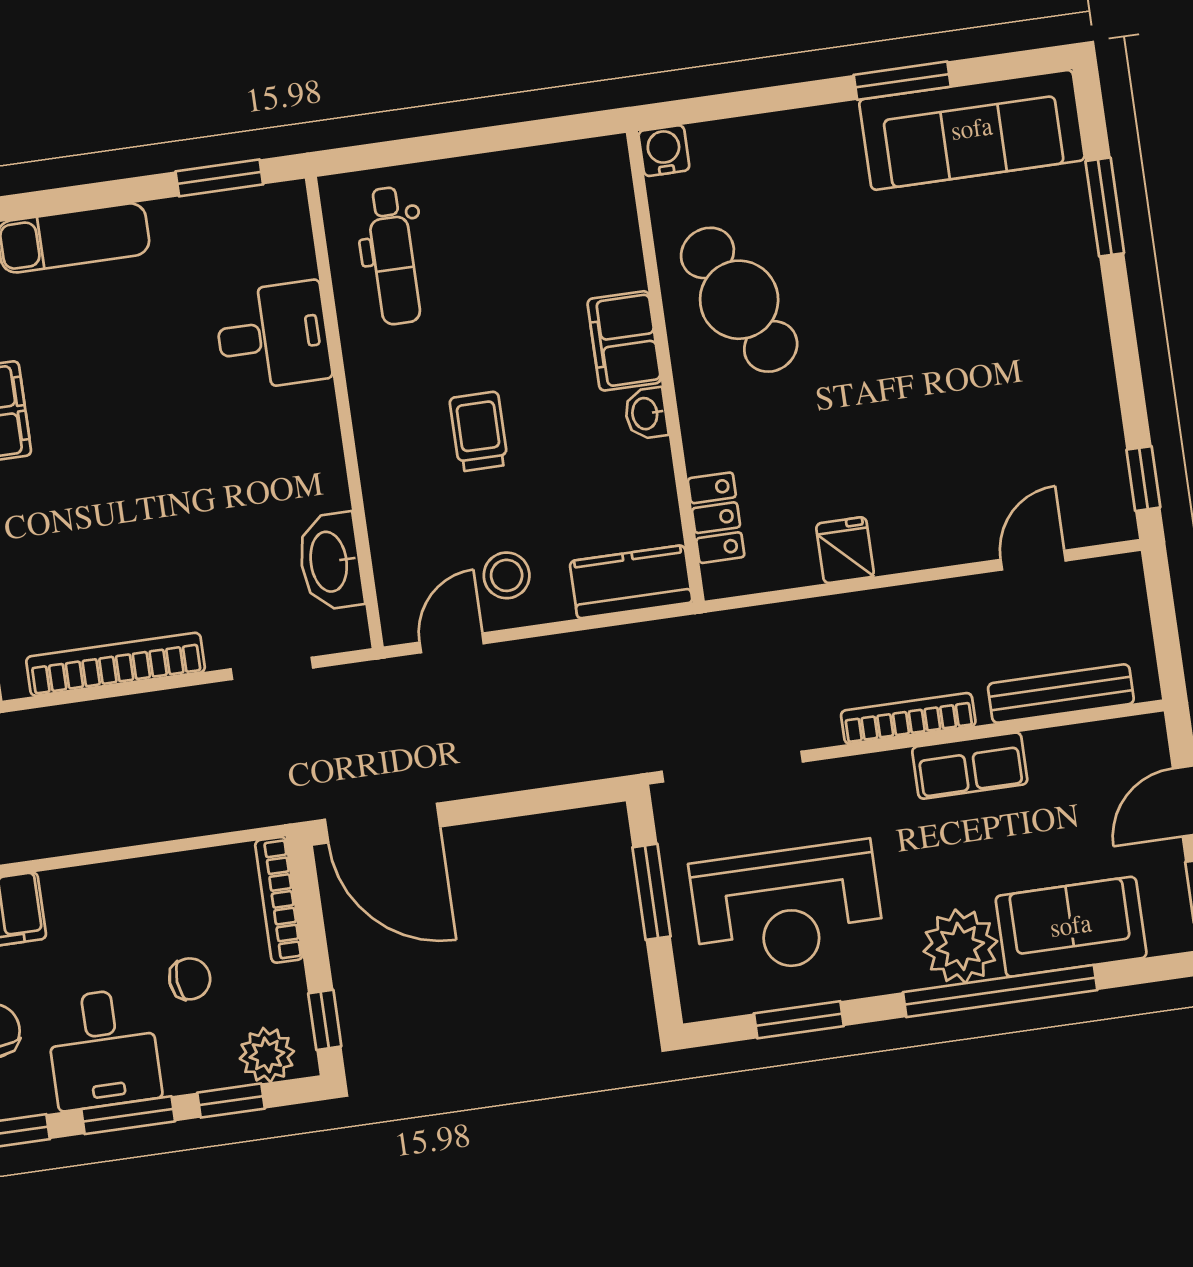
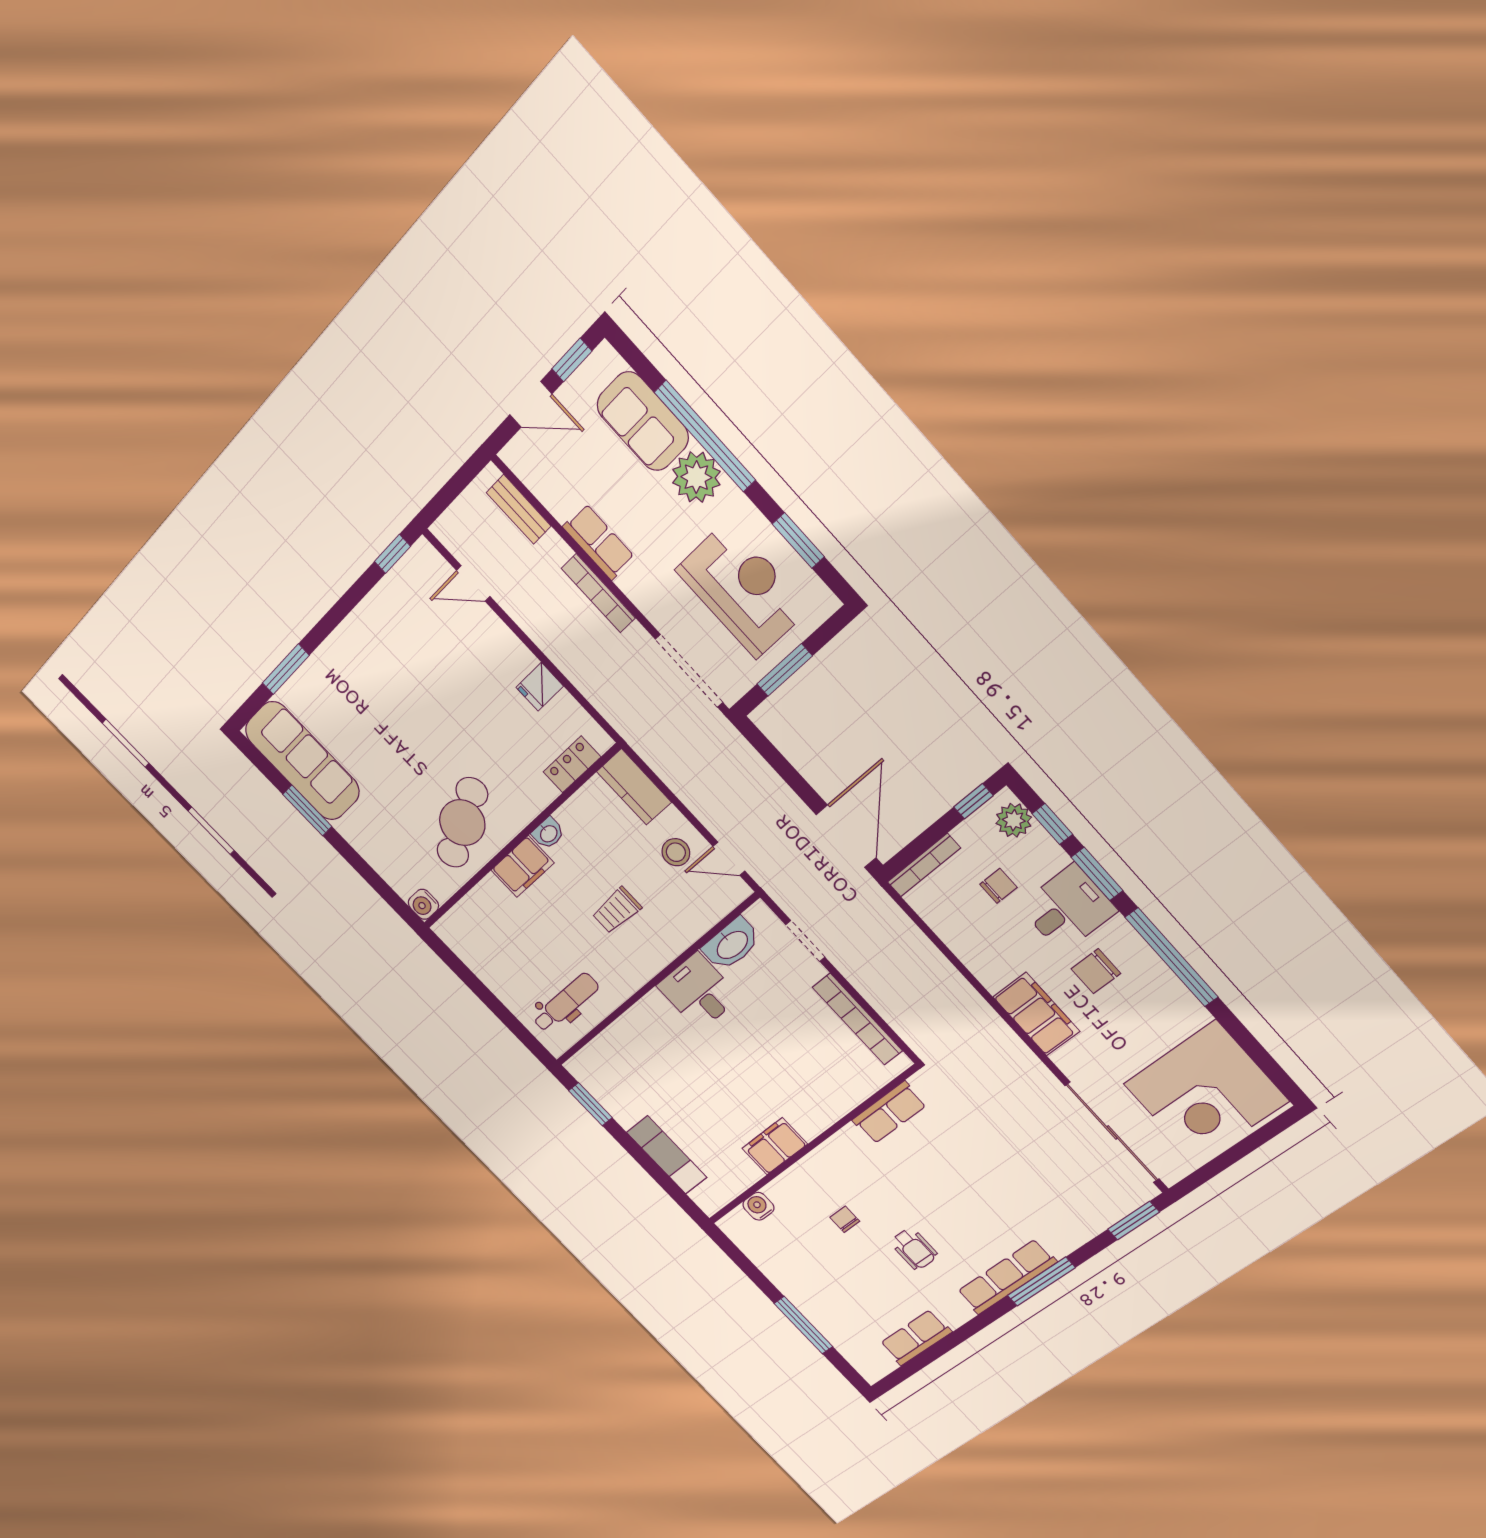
desk: (273, 336) -> (698, 992), moved
bench: (1061, 694) -> (519, 509), width x0.73
chair: (190, 979) -> (998, 886), turned 94

